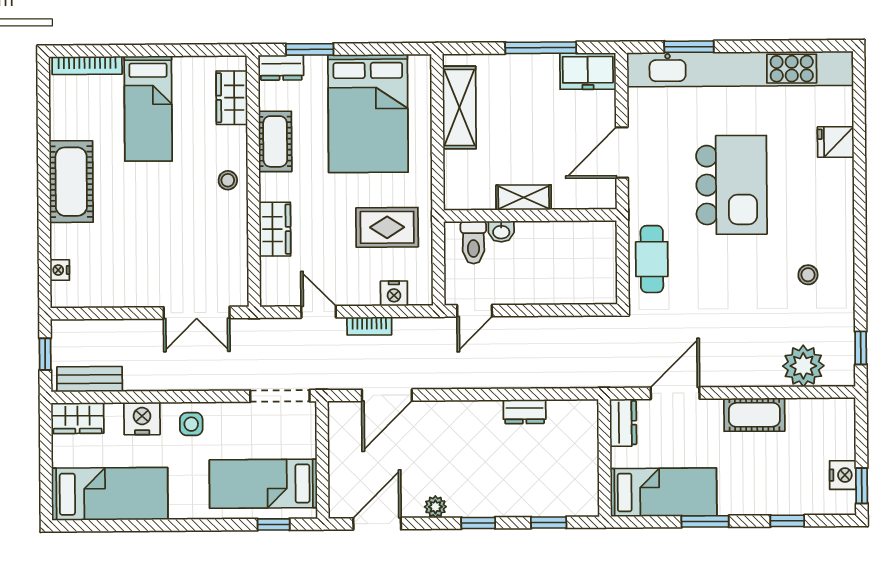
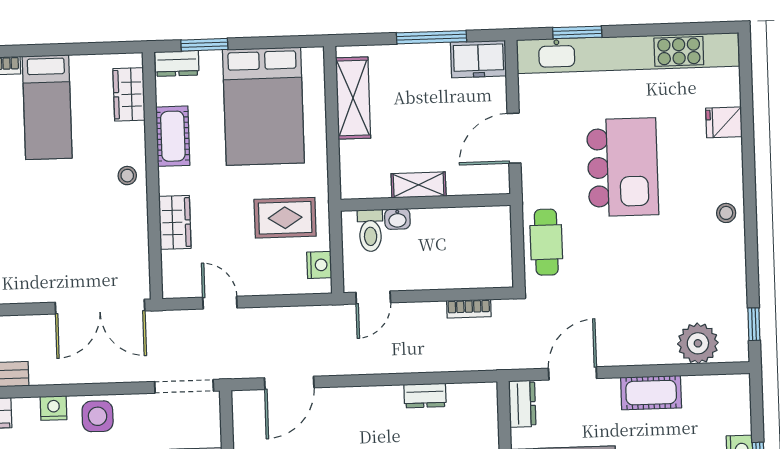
stool: (808, 275) -> (726, 213), moved
nightstand: (394, 293) -> (319, 265), moved, turned -90
double door: (197, 313) -> (100, 307), width x1.37
bookcase: (369, 326) -> (469, 309), moved
nightstand: (142, 419) -> (54, 408), width x0.74, depth x0.75
side table: (191, 424) -> (98, 416), width x1.37, depth x1.37

